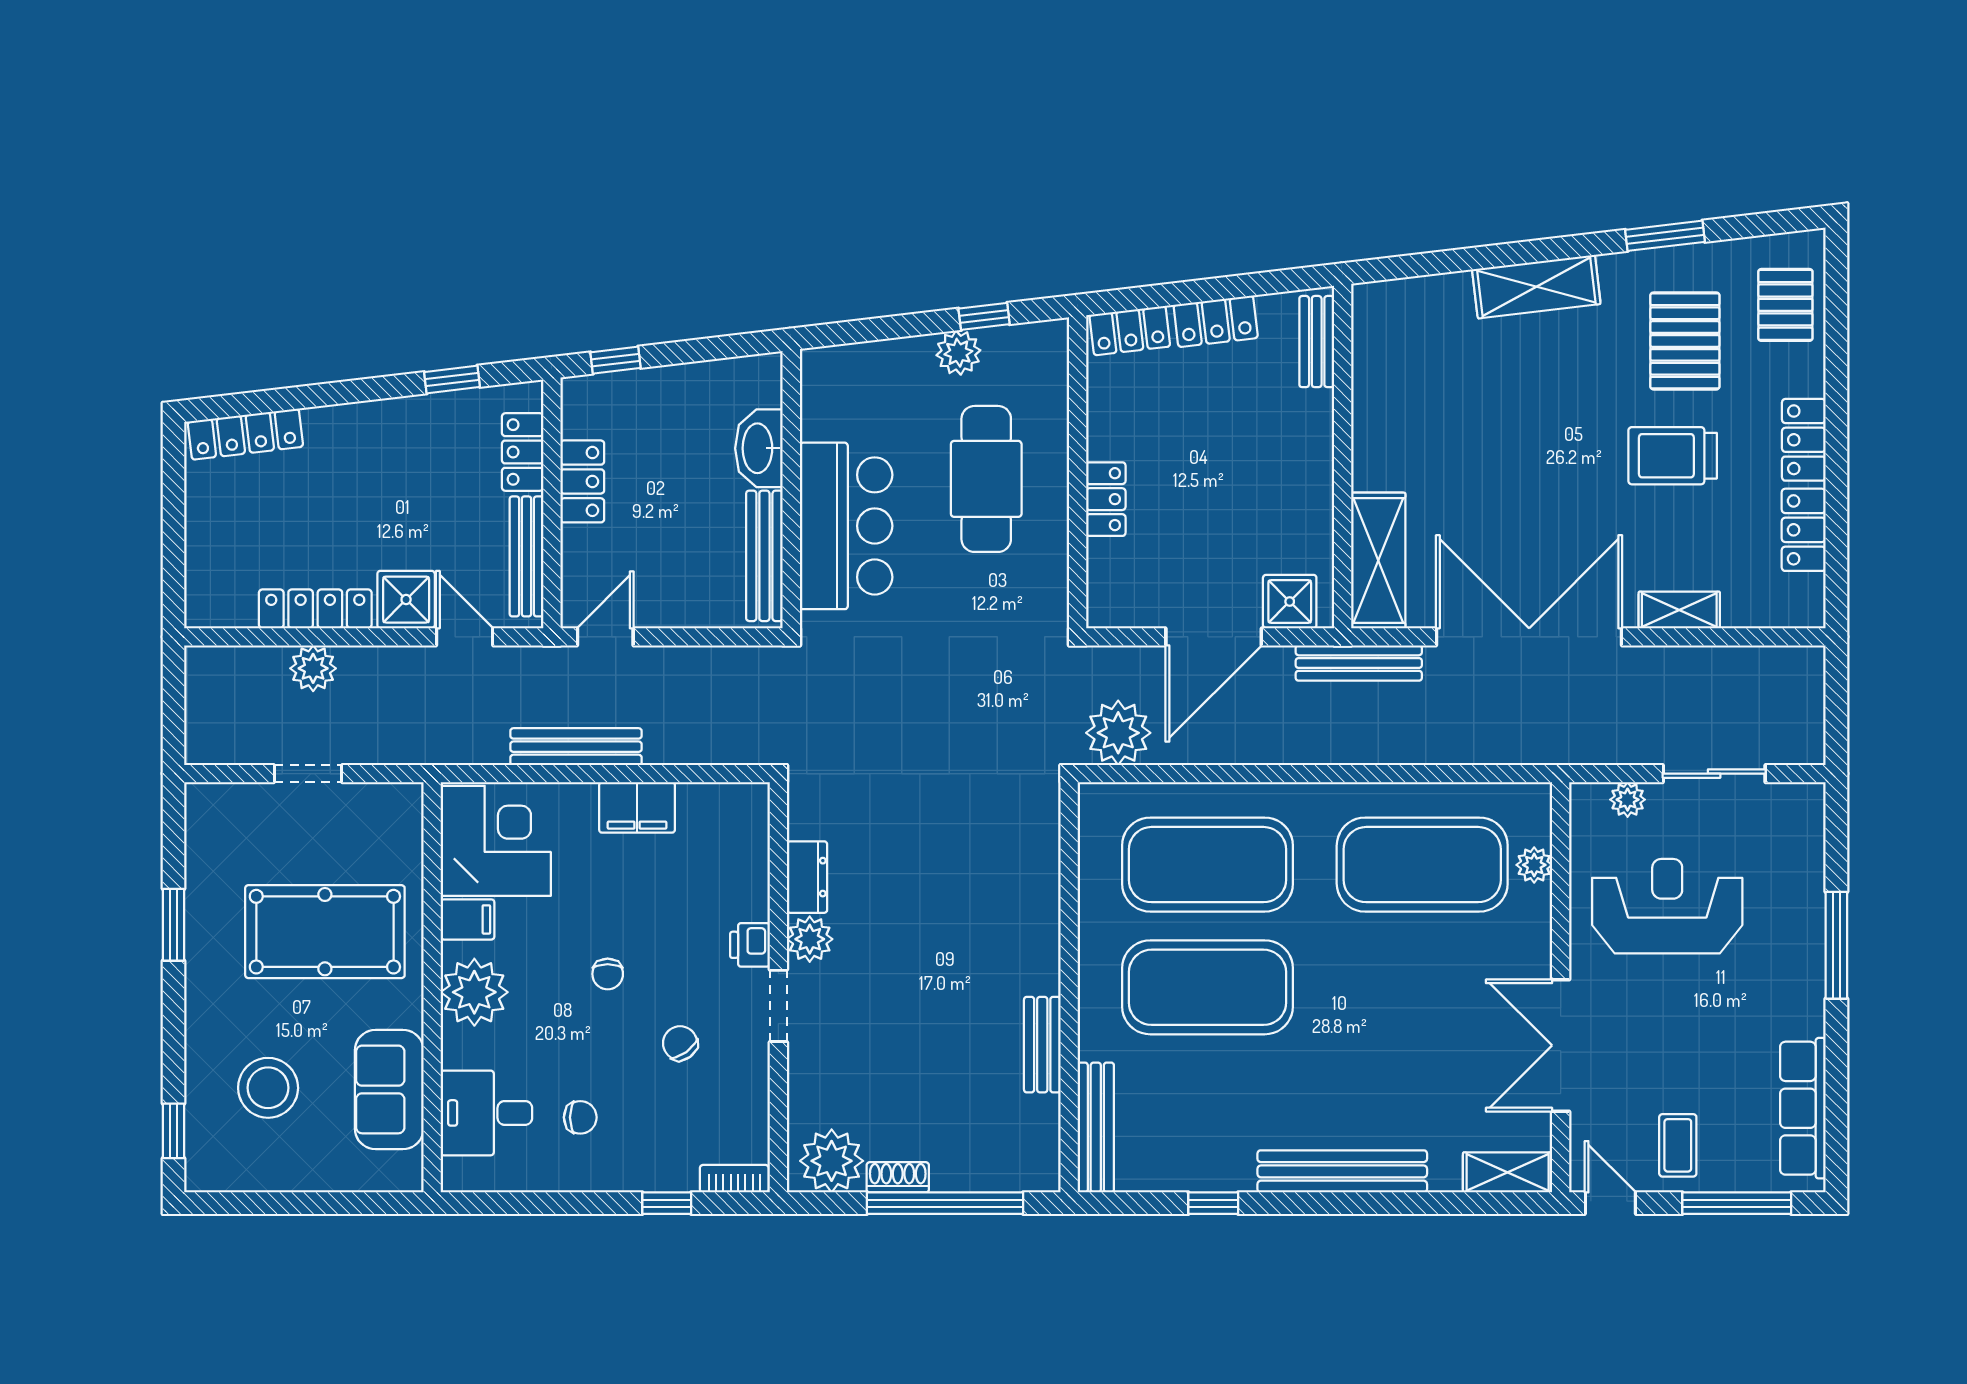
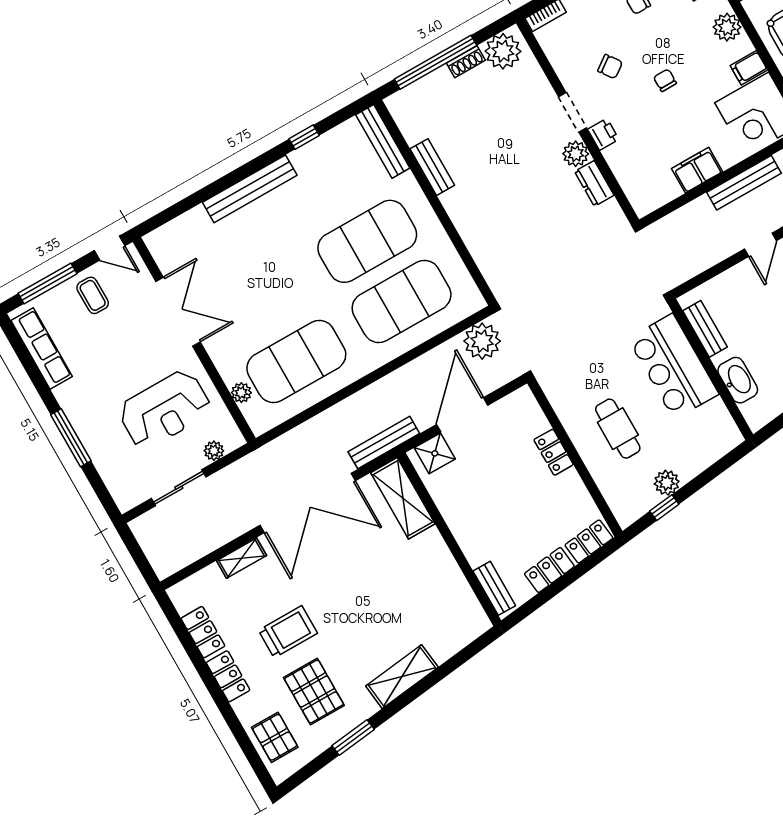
cafe table: (986, 479) -> (618, 429), width x0.73, depth x0.74
bench: (764, 556) -> (705, 329), width x0.73
plant: (474, 992) -> (727, 27), width x0.73, depth x0.73
shelving: (1508, 1172) -> (168, 234), removed

